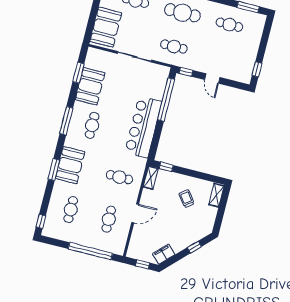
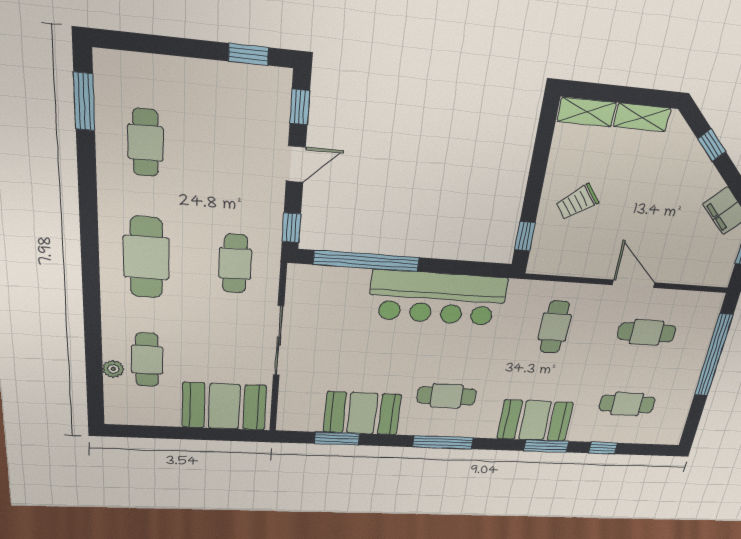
window: (235, 84) -> (300, 107), added
shelving: (151, 178) -> (642, 117), moved
trolley: (187, 199) -> (577, 202), moved
window: (41, 221) -> (603, 448), moved

